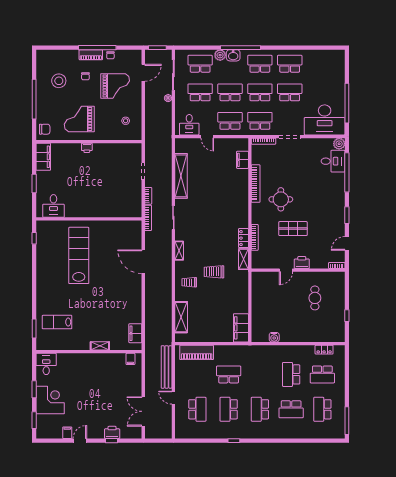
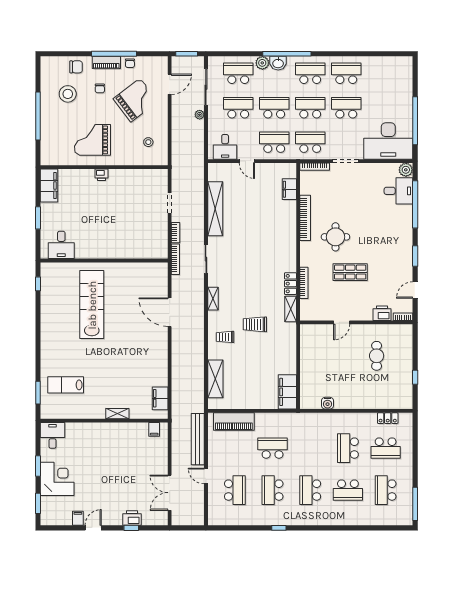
grand piano: (115, 86) -> (136, 100), turned -37
chair: (45, 129) -> (76, 67), moved
printer: (302, 263) -> (382, 313), moved

